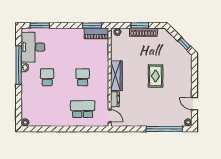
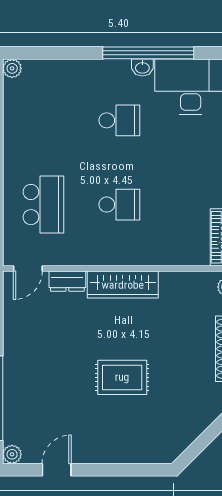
window: (184, 44) -> (199, 445), removed

